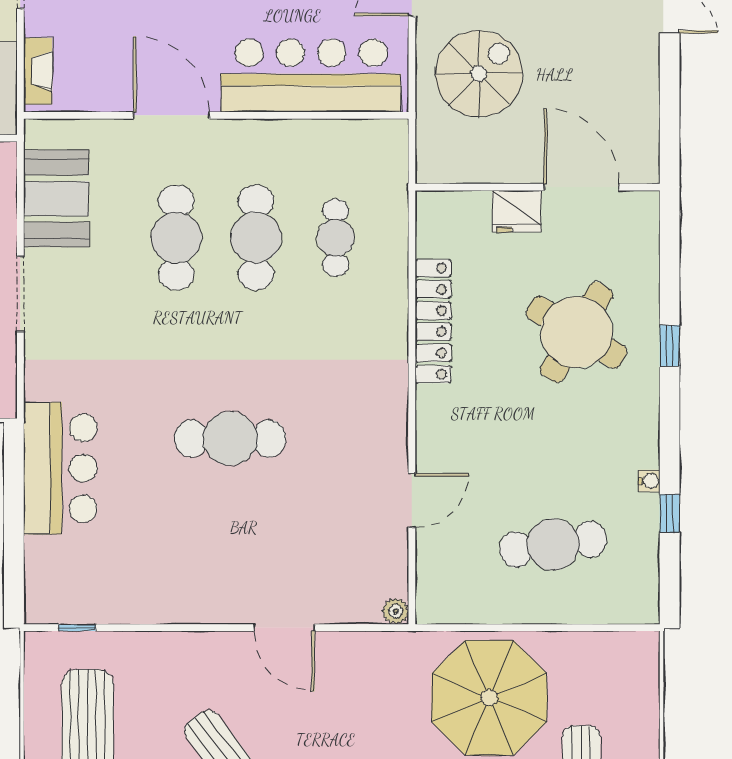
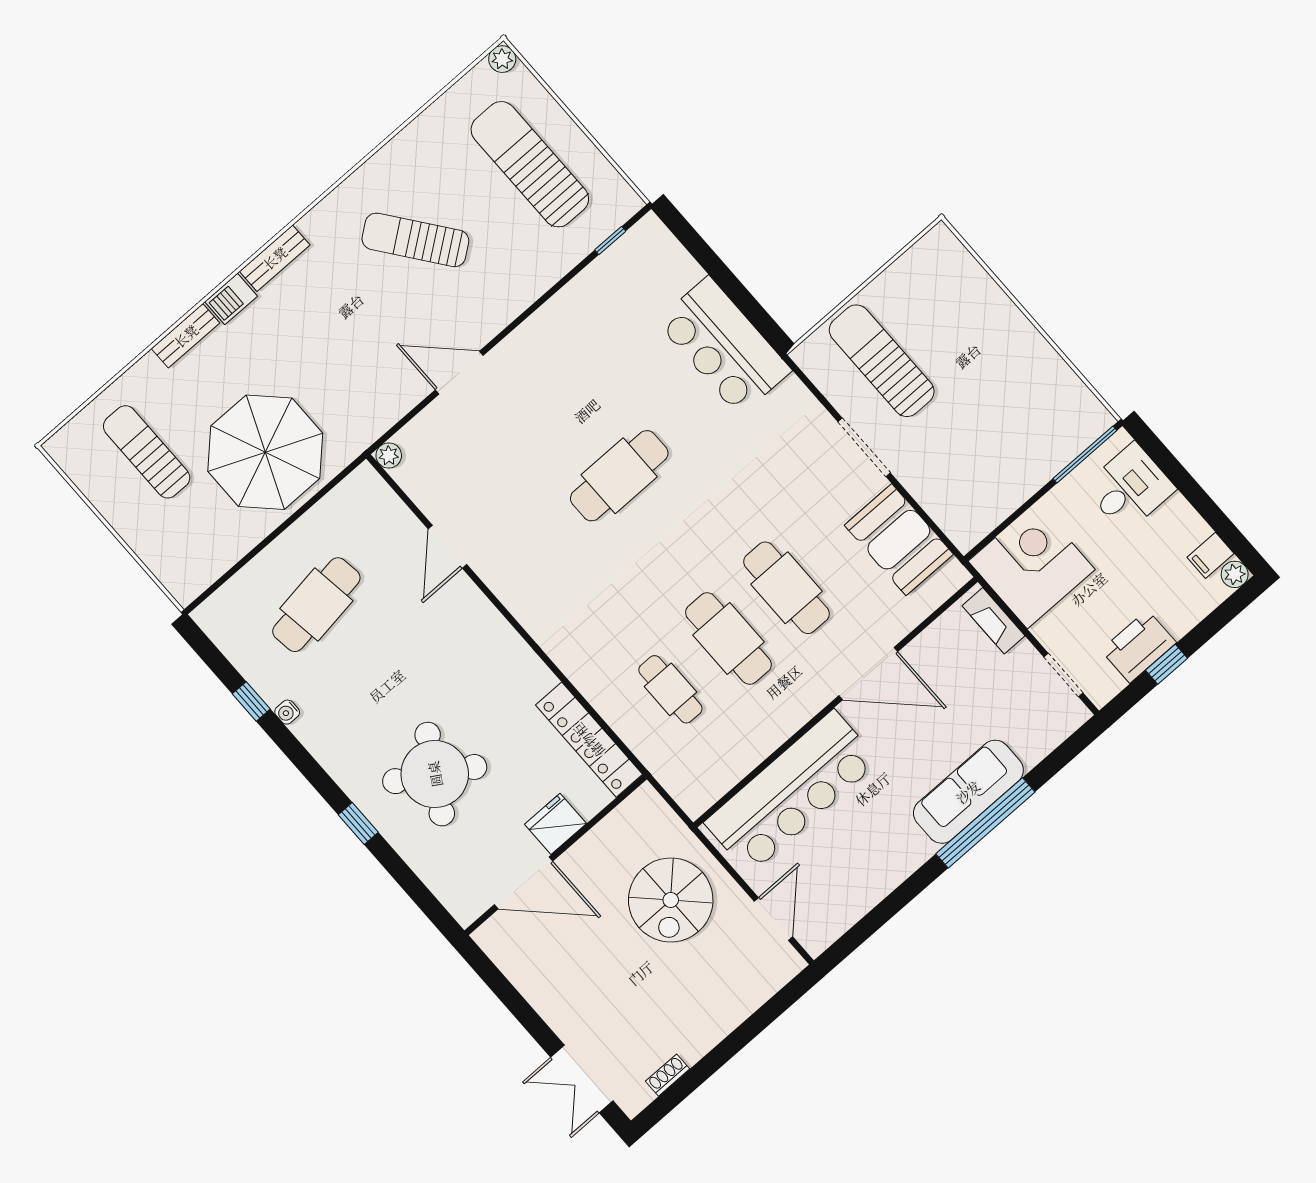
locker: (433, 321) -> (589, 740), moved

